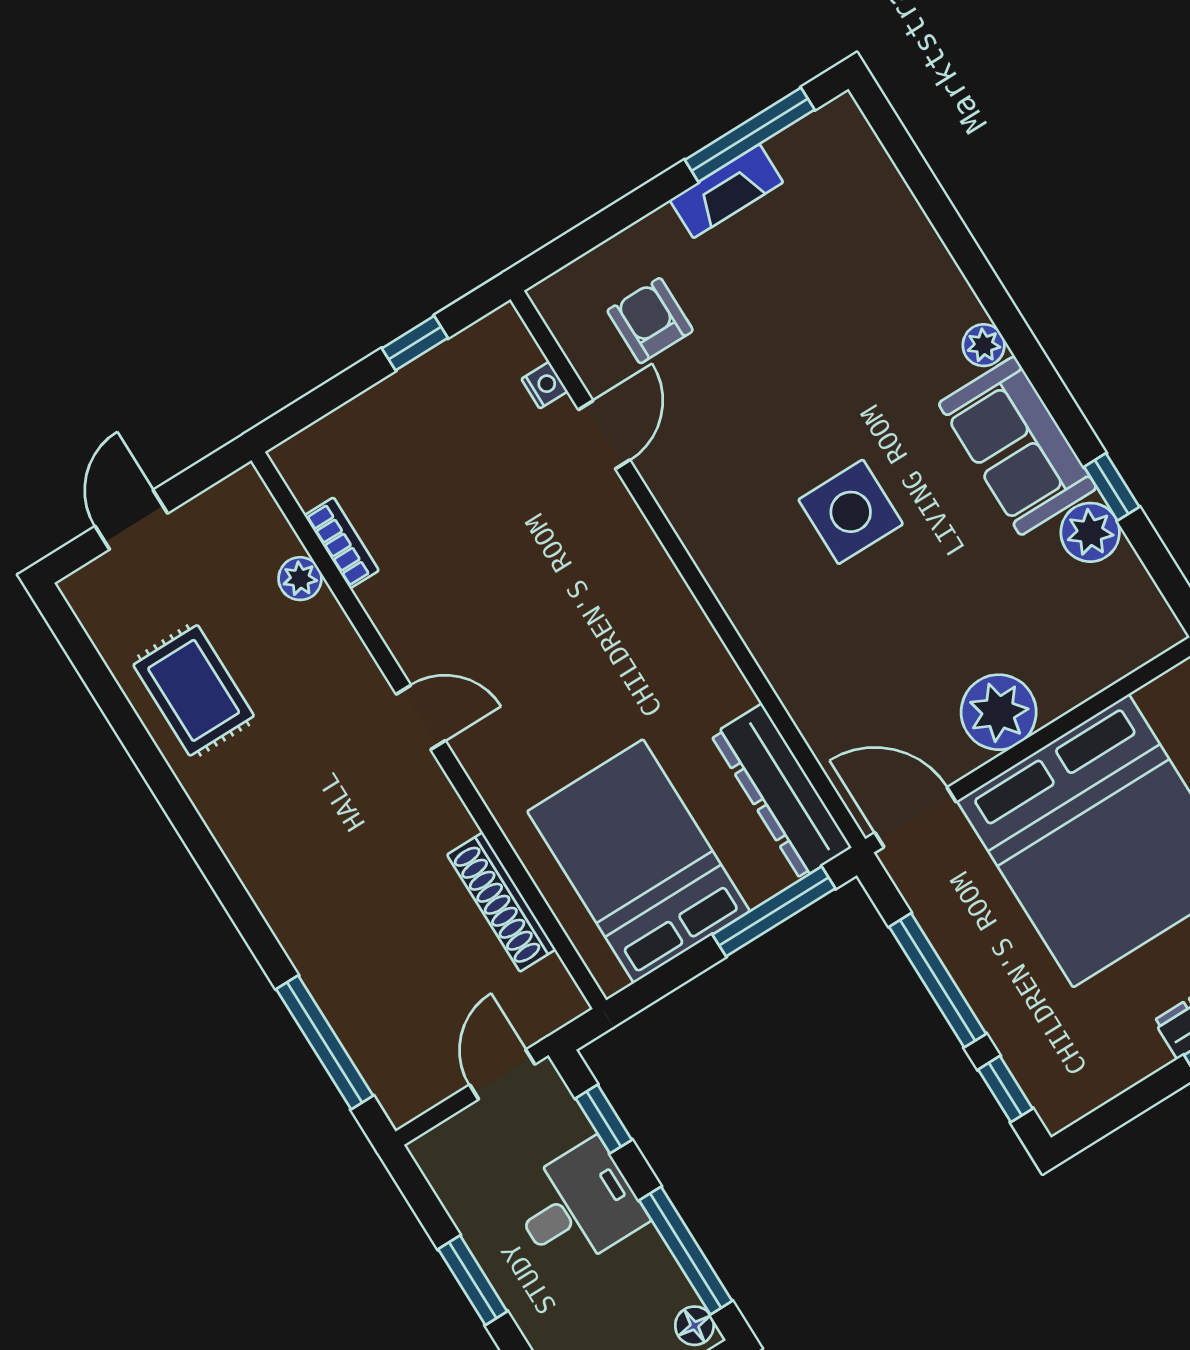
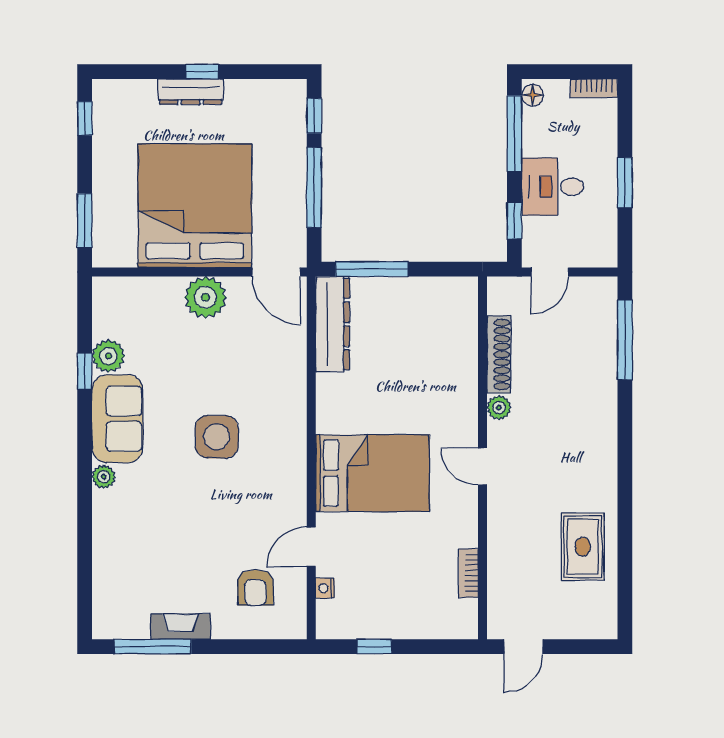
door: (131, 520) -> (524, 647), moved
plant: (300, 579) -> (499, 408), moved
bed: (638, 861) -> (372, 473), moved, turned -90

